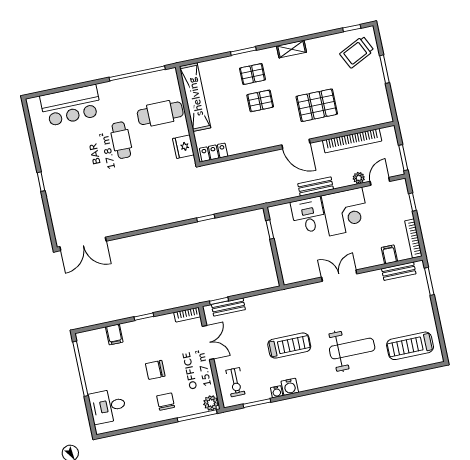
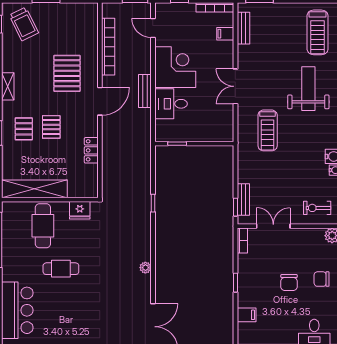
locker: (214, 152) -> (91, 150), moved
plant: (359, 178) -> (145, 268), moved
treadmill: (289, 346) -> (268, 130), moved, turned 180
exercise bike: (235, 382) -> (317, 208), turned 180

